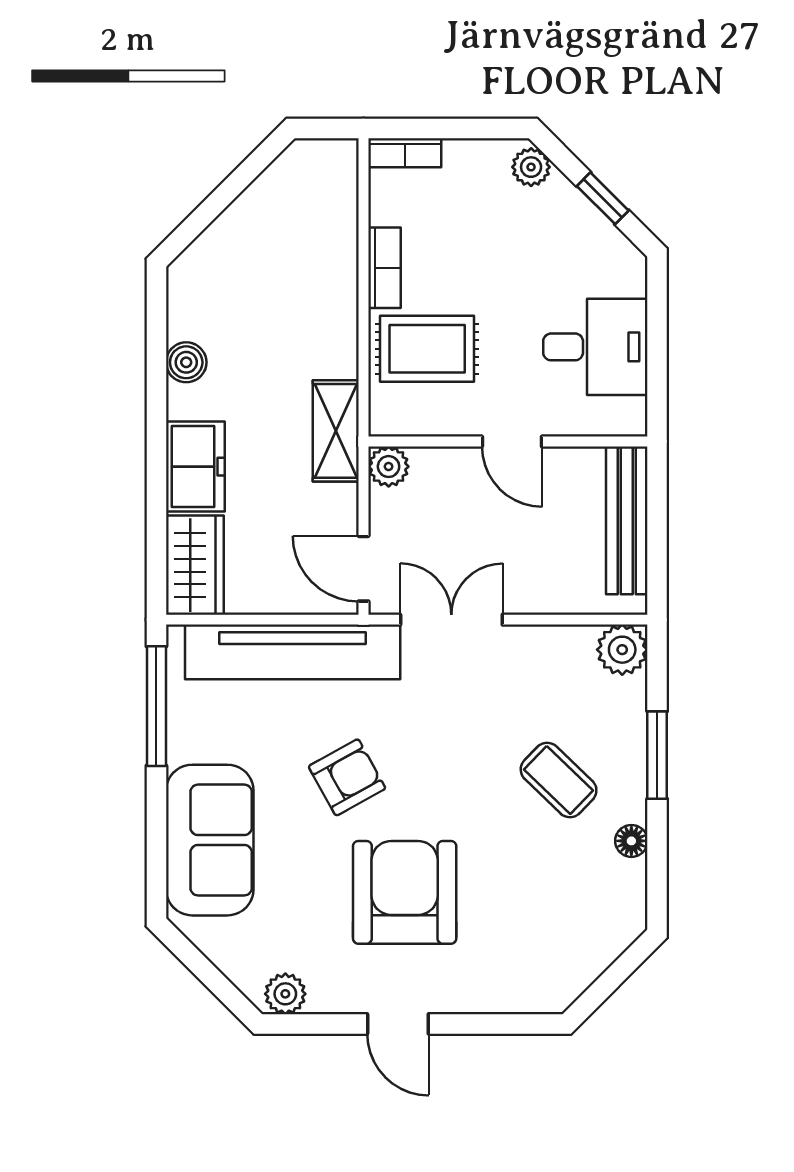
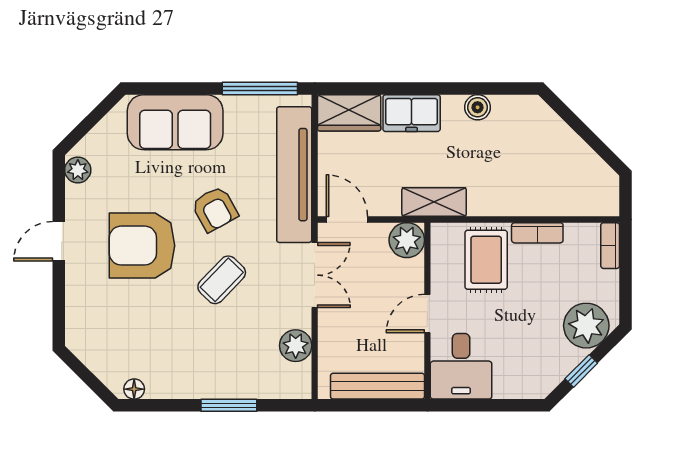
plant: (531, 167) -> (586, 326), width x1.88, depth x1.88
desk: (595, 347) -> (461, 366), moved
plant: (389, 467) -> (407, 240), width x1.38, depth x1.38
door: (363, 569) -> (347, 219), hinge flipped
plant: (622, 650) -> (296, 346), moved
coffee table: (559, 780) -> (222, 280), moved
floor lamp: (631, 841) -> (134, 389), moved
armchair: (405, 892) -> (142, 246), turned 180

